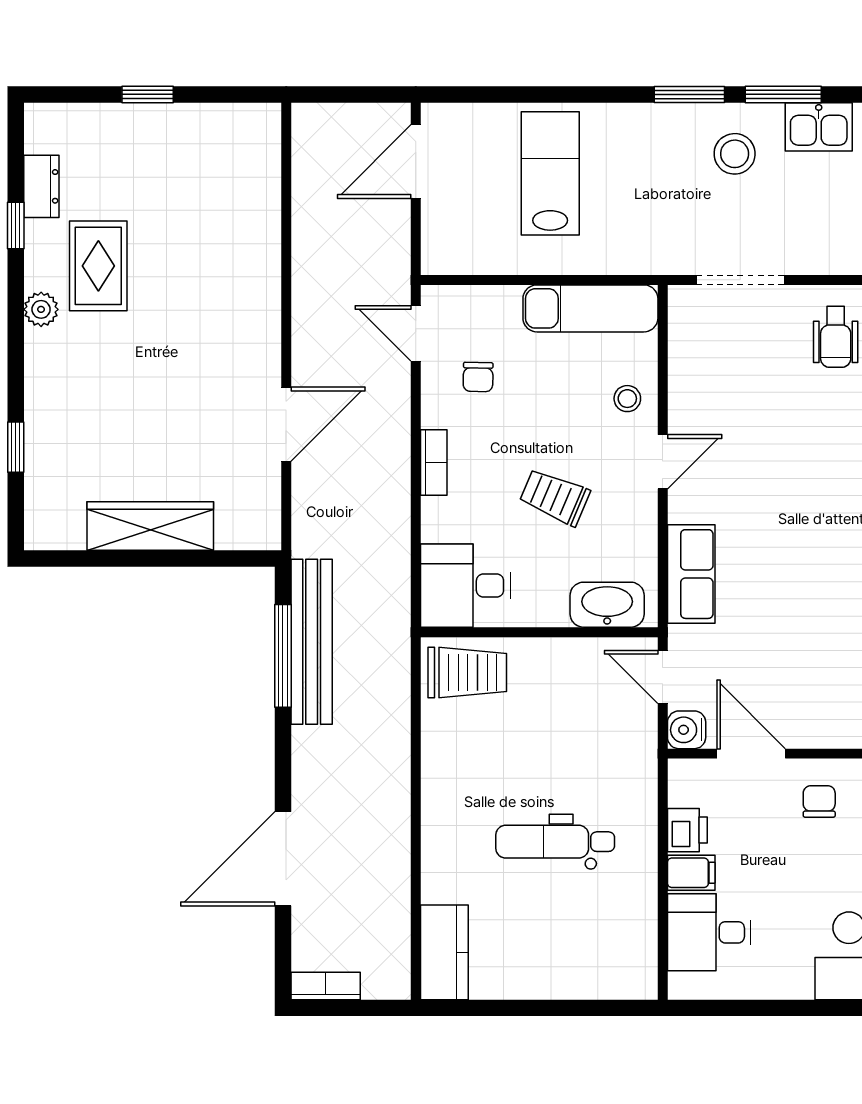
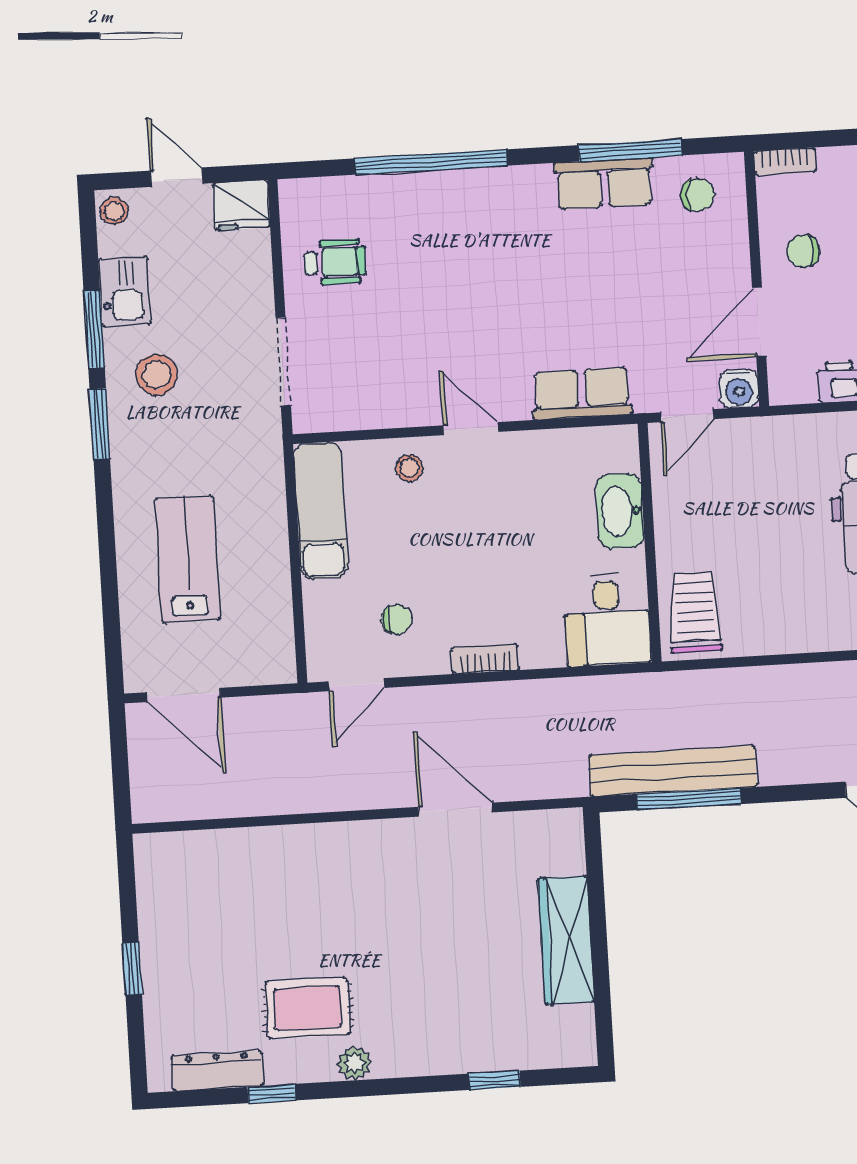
lab bench: (550, 173) -> (188, 559), turned 90
dresser: (41, 186) -> (217, 1071), width x1.44
trolley: (555, 497) -> (513, 535), removed
washbasin: (607, 605) -> (620, 511), moved

